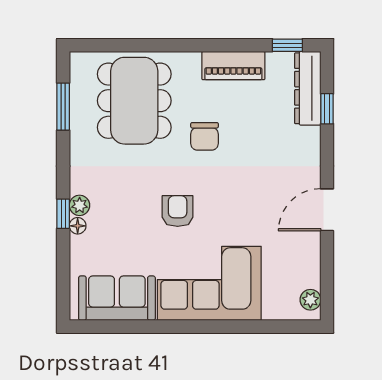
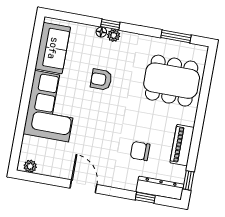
chair: (205, 136) -> (140, 151), moved
armchair: (178, 211) -> (101, 80), moved, turned 180

